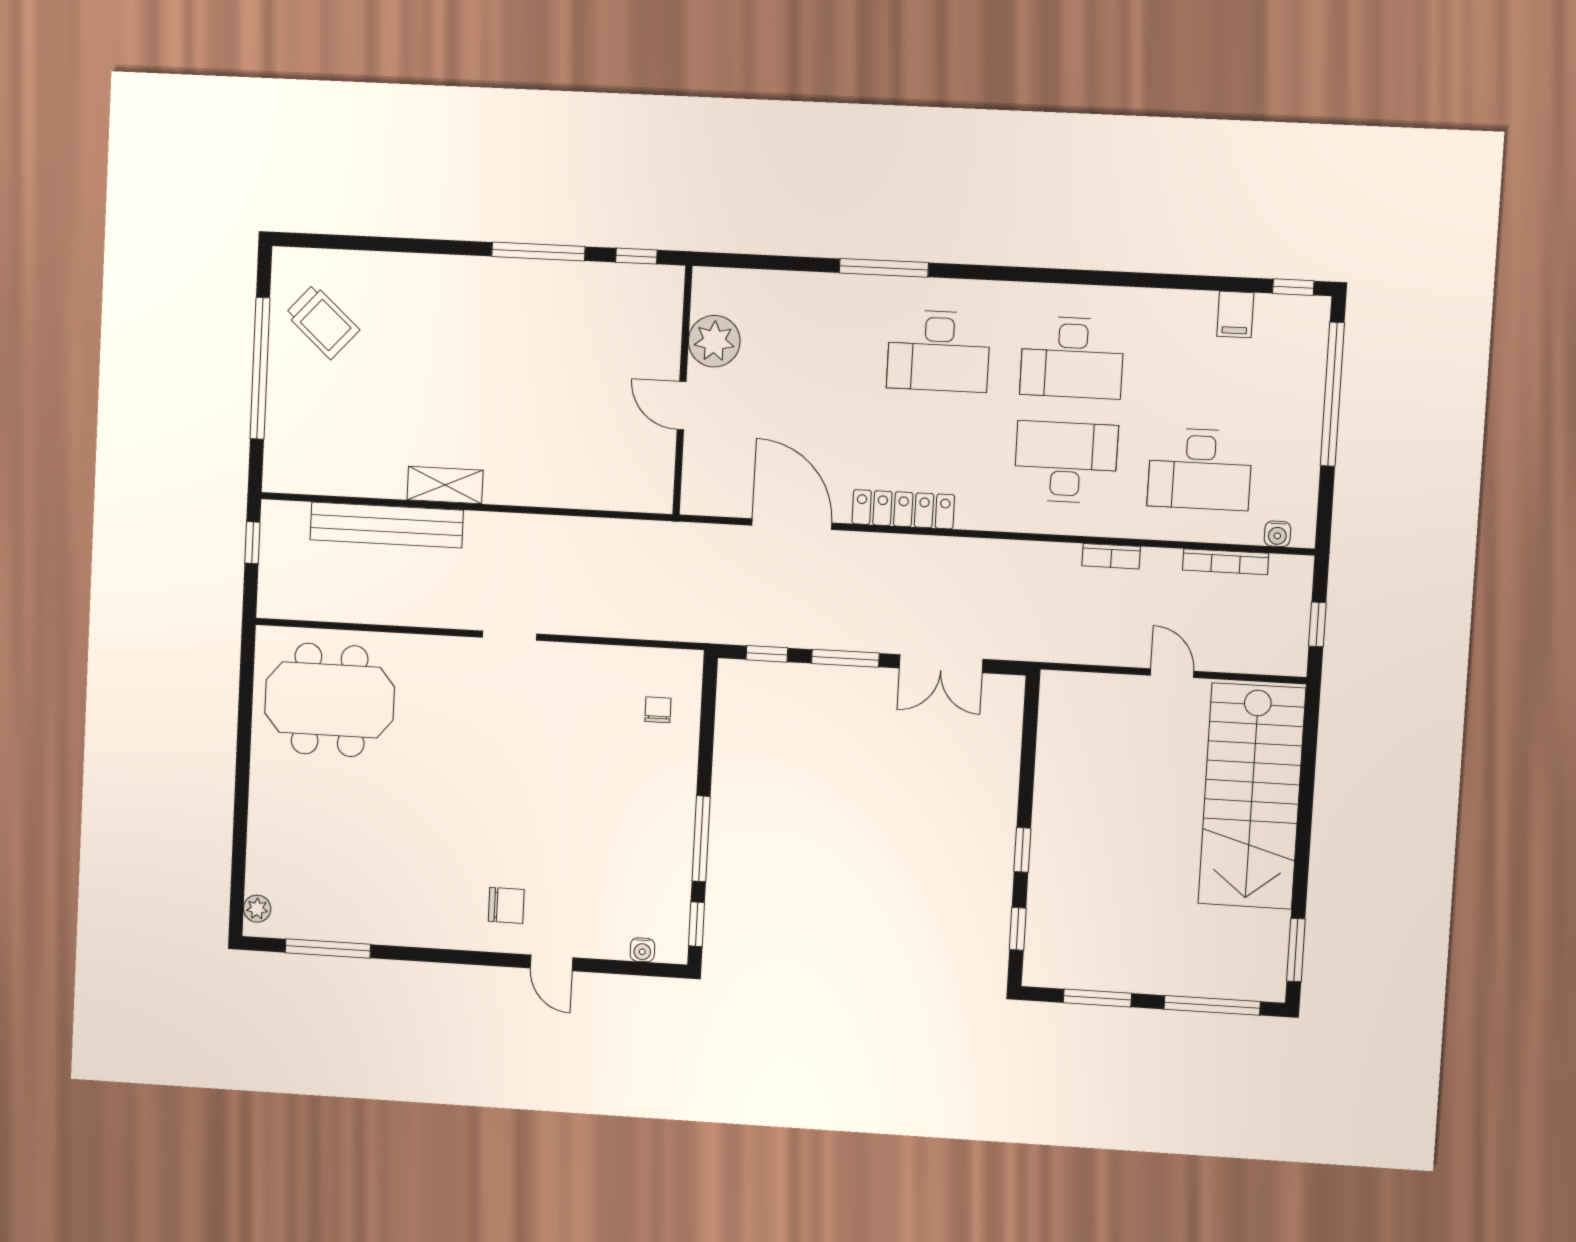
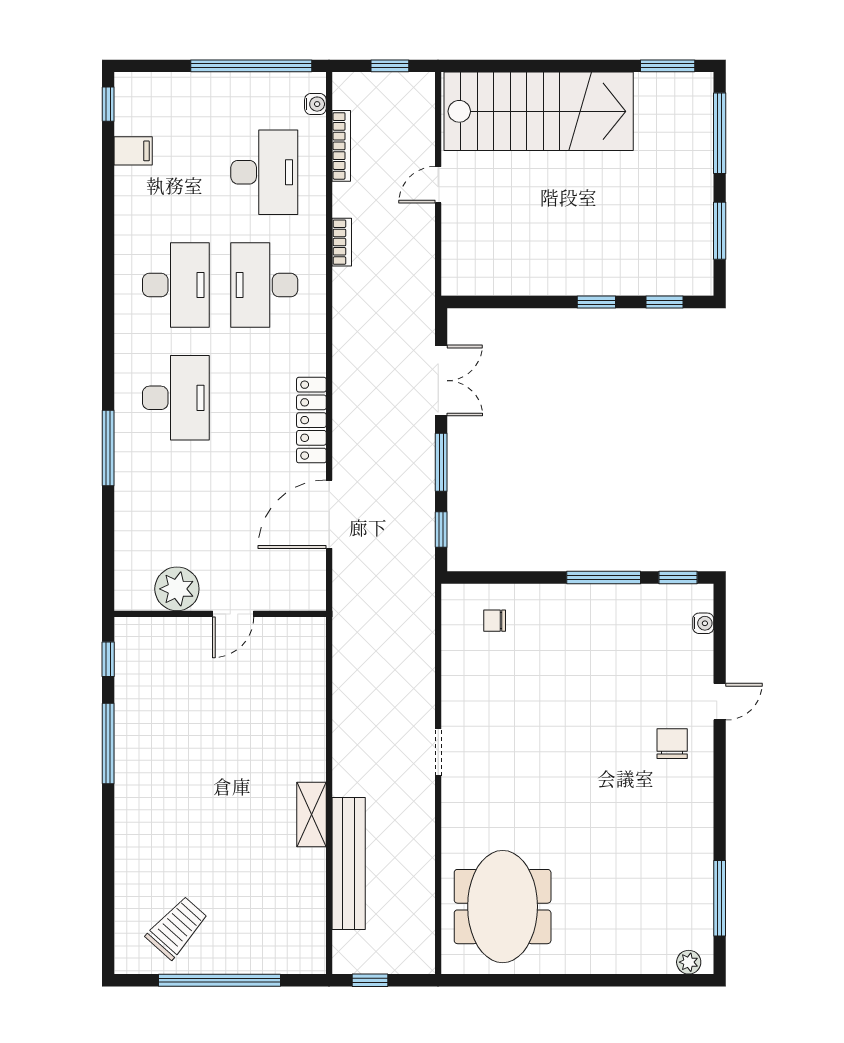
window: (1332, 394) -> (251, 66), moved

